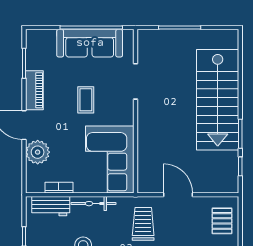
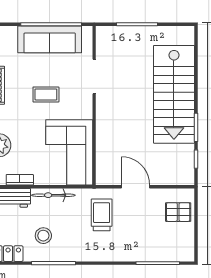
coffee table: (86, 100) -> (46, 94), turned 90
pallet: (222, 221) -> (178, 212), turned 90

